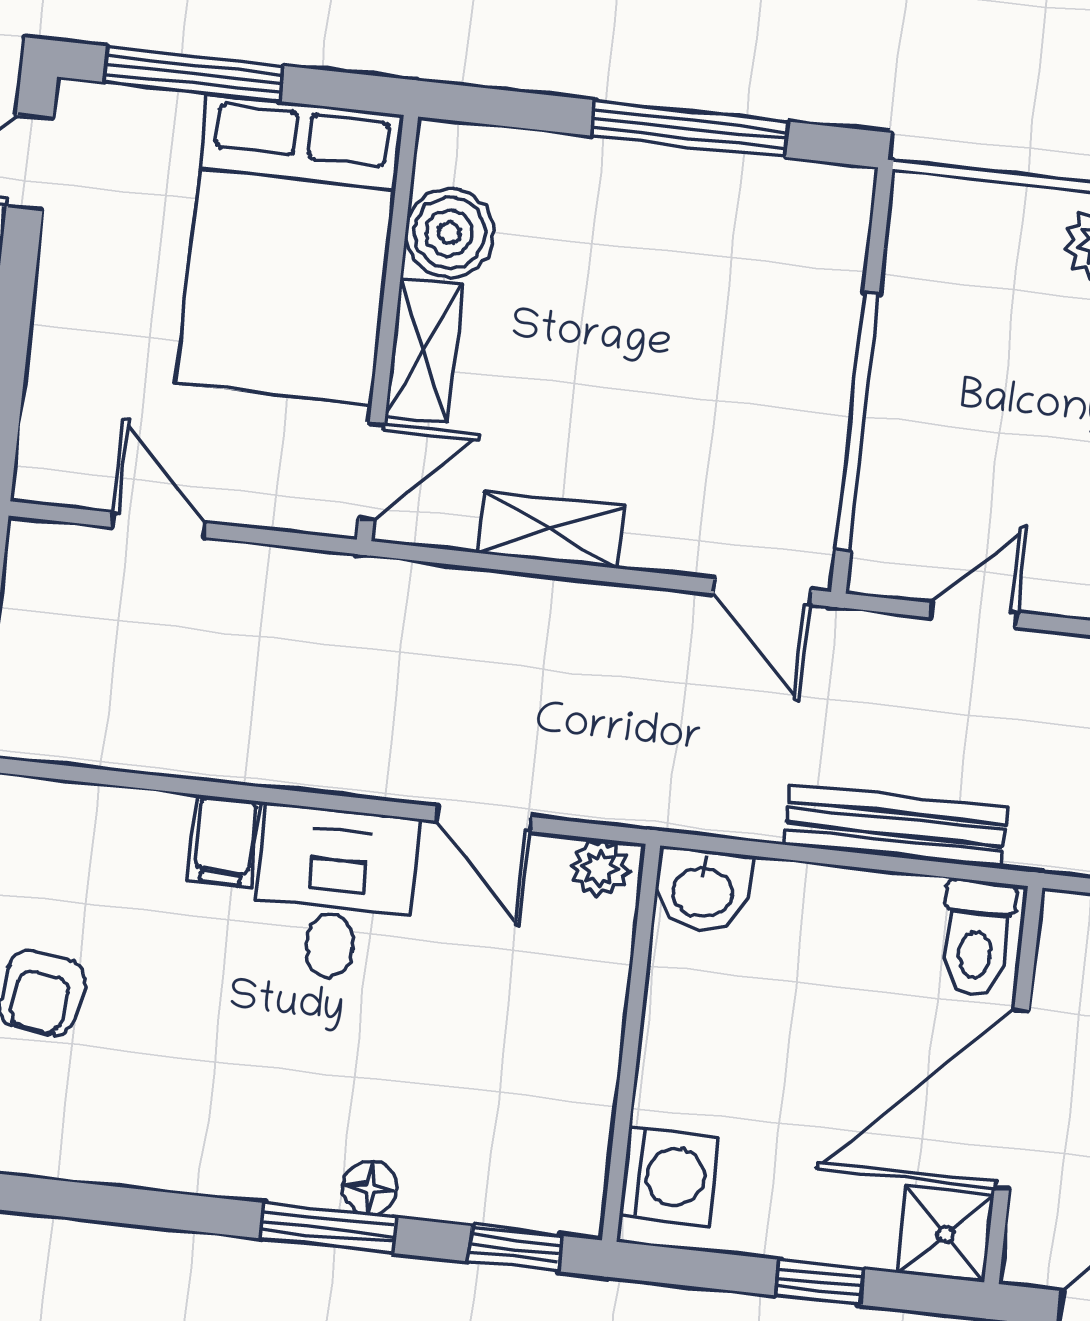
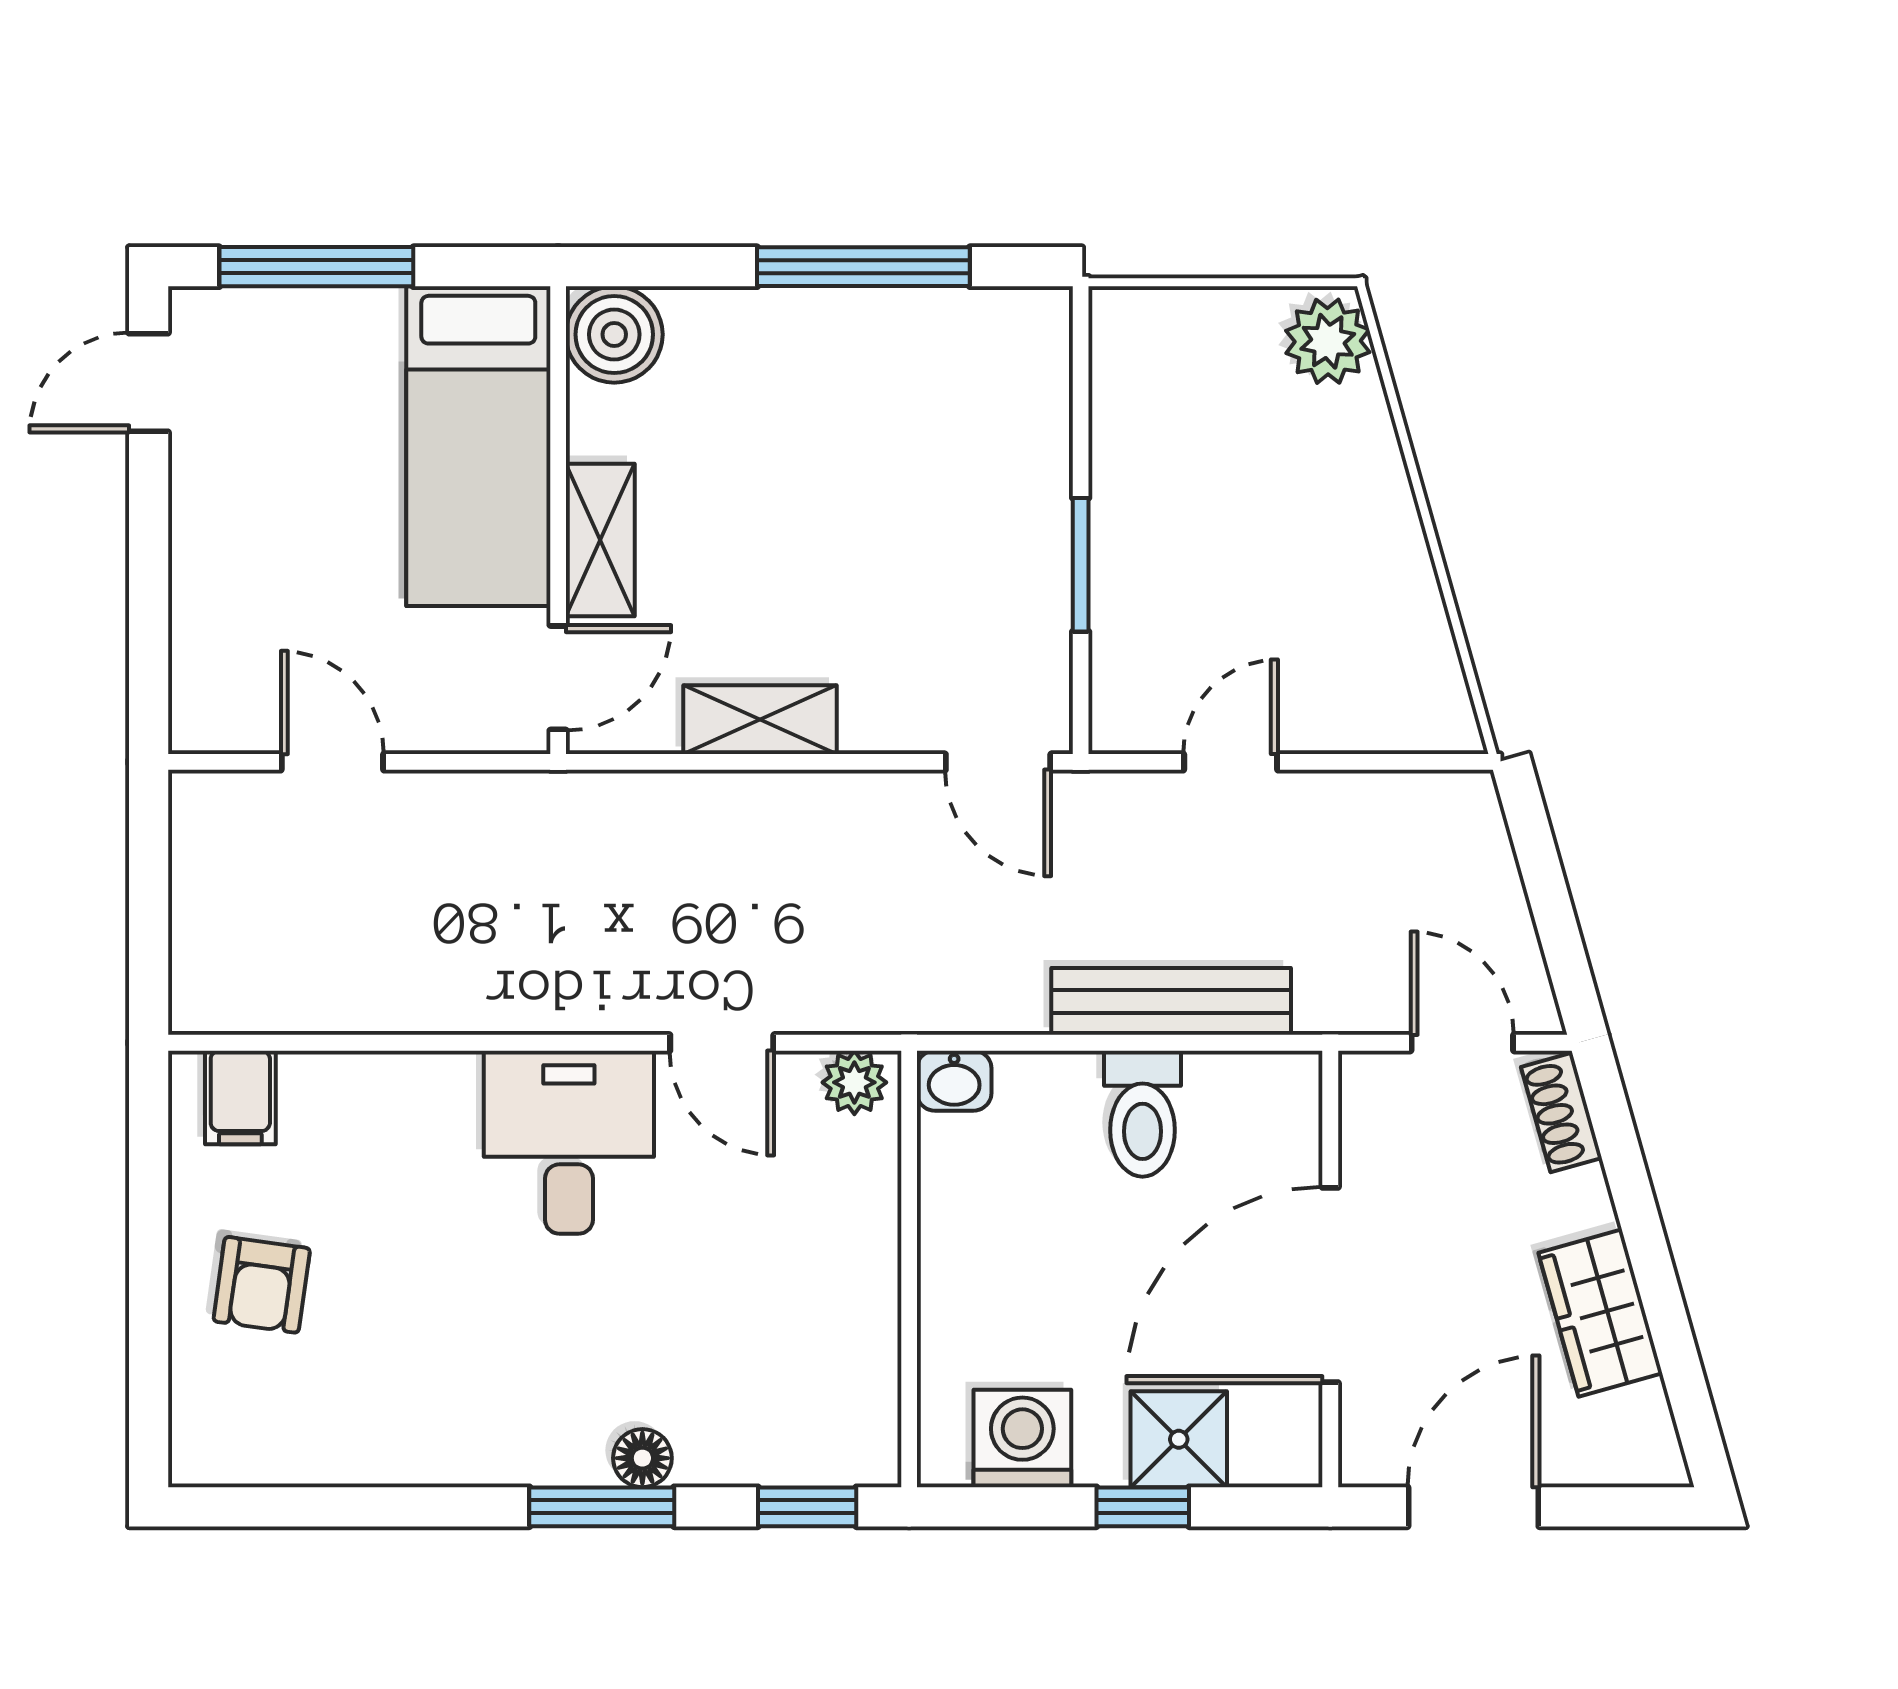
boiler: (450, 233) -> (614, 334), moved
bed: (290, 249) -> (478, 446), width x0.67
window: (857, 421) -> (1081, 565), width x0.47
filing cabinet: (225, 841) -> (240, 1097), moved
washbasin: (702, 890) -> (954, 1081), width x0.72, depth x0.69
toilet: (976, 938) -> (1142, 1114), moved
washing machine: (668, 1176) -> (1022, 1438), moved, turned -90
shower: (946, 1234) -> (1179, 1439), moved

